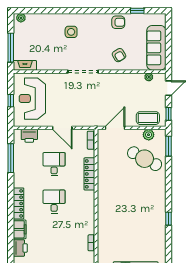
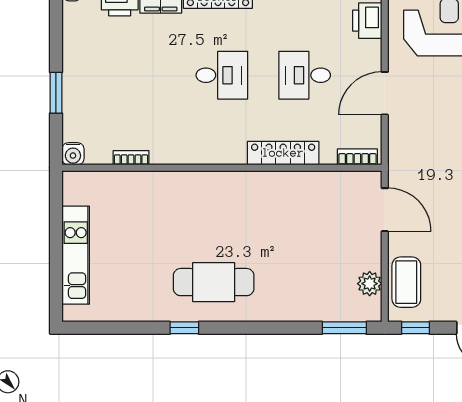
cafe table: (145, 159) -> (214, 282), moved, turned 62
desk: (54, 164) -> (305, 75), turned 180

